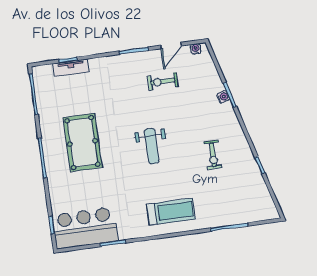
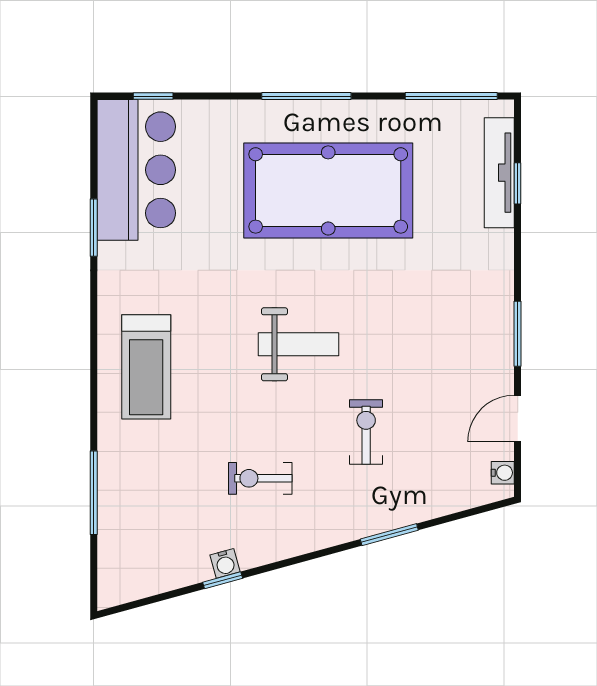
door: (171, 46) -> (518, 419), hinge flipped
tv unit: (71, 68) -> (499, 173), width x1.41
exercise bike: (163, 81) -> (366, 432), moved
water cooler: (223, 97) -> (225, 563), moved
pool table: (82, 143) -> (328, 190), width x1.36, depth x1.32
weight bench: (152, 146) -> (299, 344), turned 180

